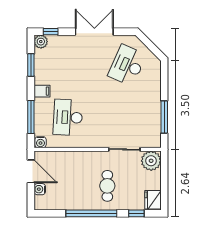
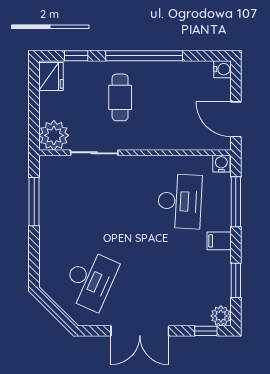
water cooler: (40, 189) -> (222, 69), moved

